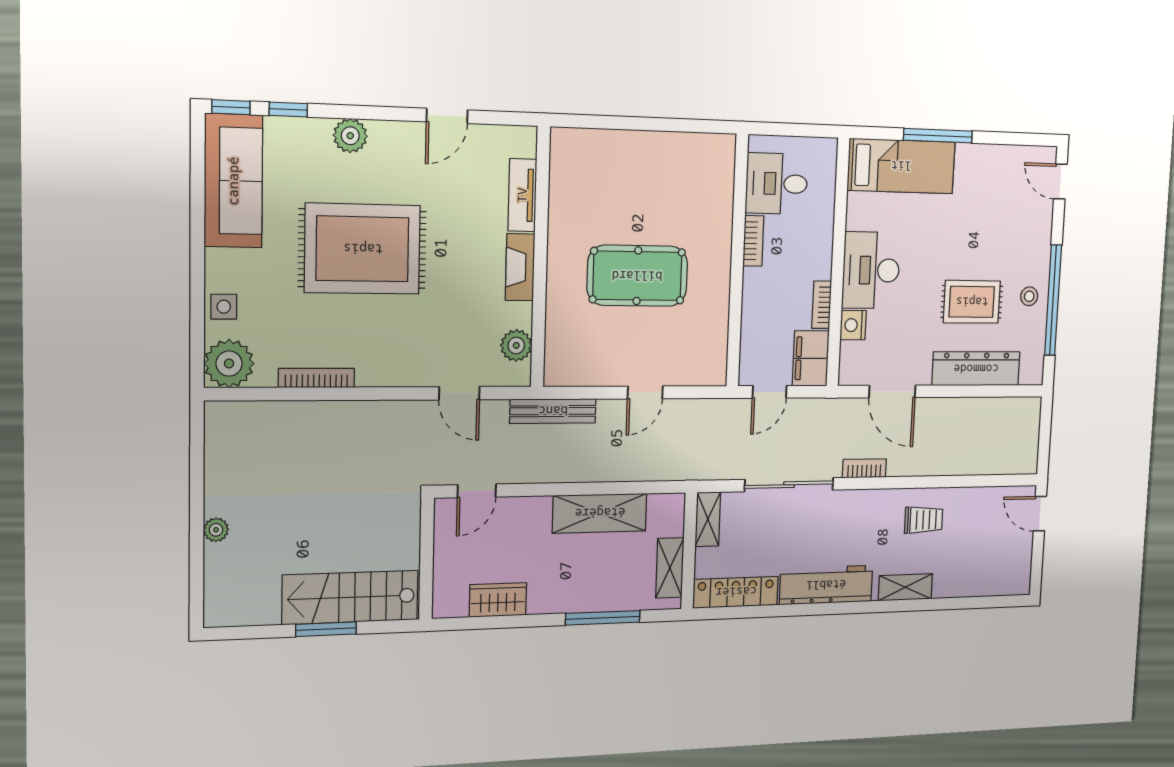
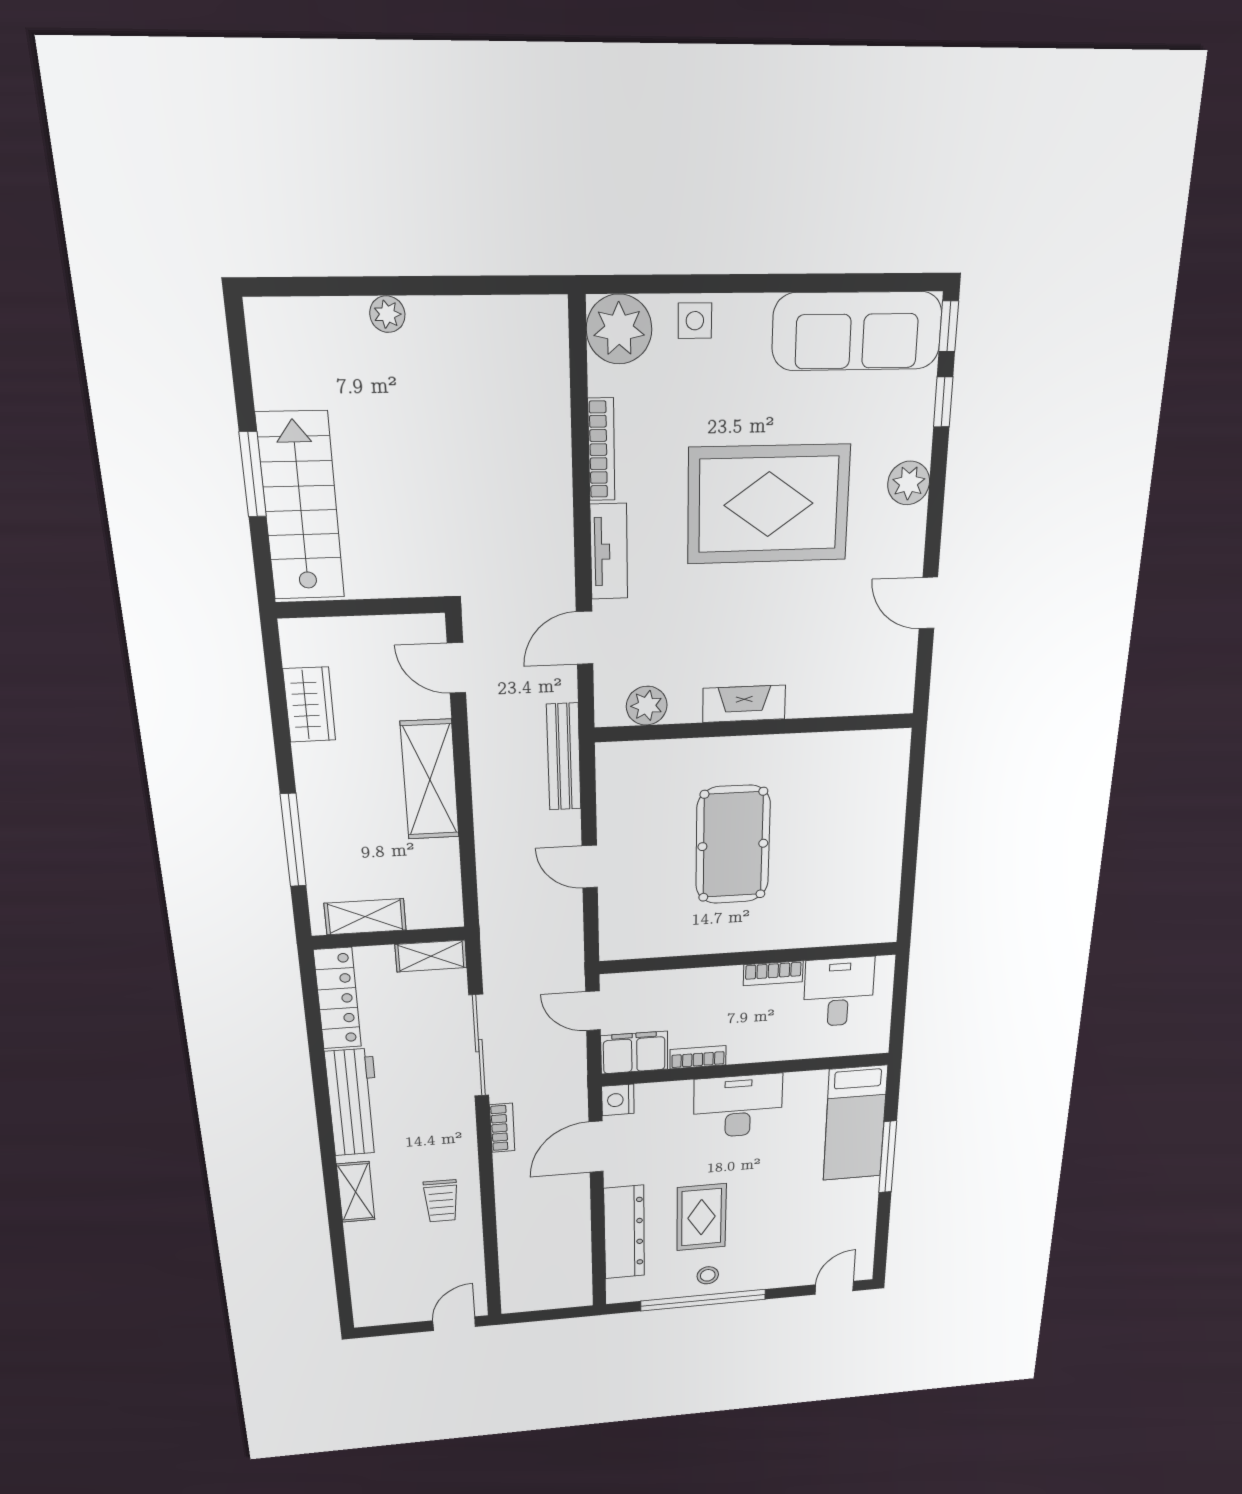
tv unit: (522, 195) -> (609, 552), moved, turned 90
rug: (363, 249) -> (769, 504), turned 90
nightstand: (853, 325) -> (618, 1100), moved, turned -90
shelving: (600, 513) -> (430, 780), moved

